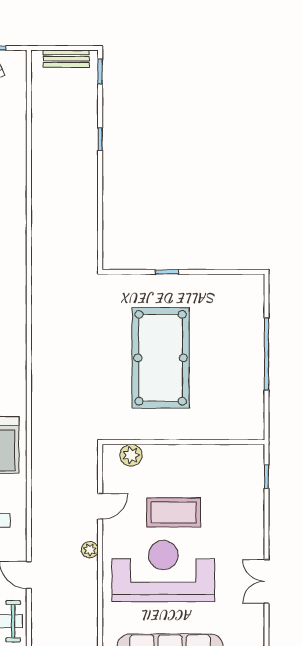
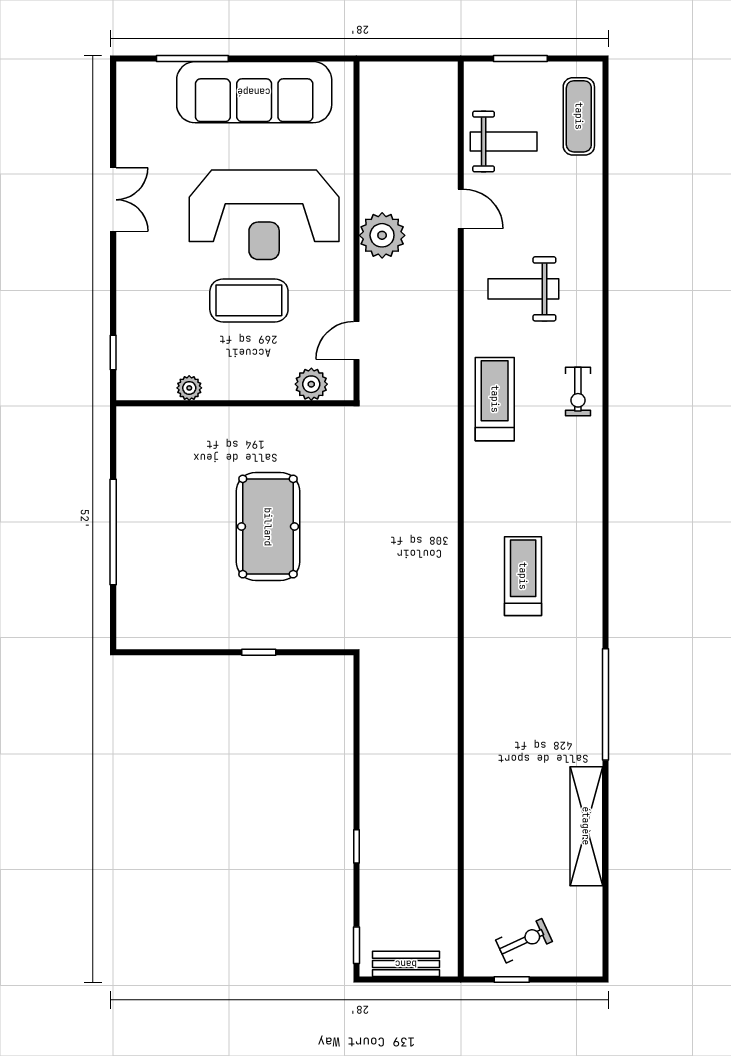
pool table: (161, 358) -> (268, 527), width x0.73, depth x0.76
plant: (214, 453) -> (189, 388), added
door: (100, 506) -> (356, 340), moved
plant: (90, 550) -> (382, 235), width x1.88, depth x1.88

